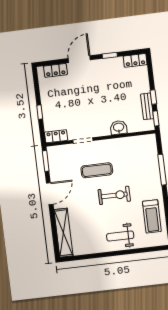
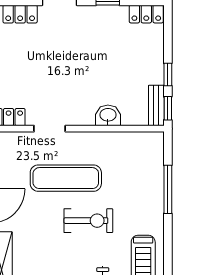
bench: (147, 106) -> (156, 105), moved
exercise mat: (97, 170) -> (66, 178), width x1.36, depth x1.45

